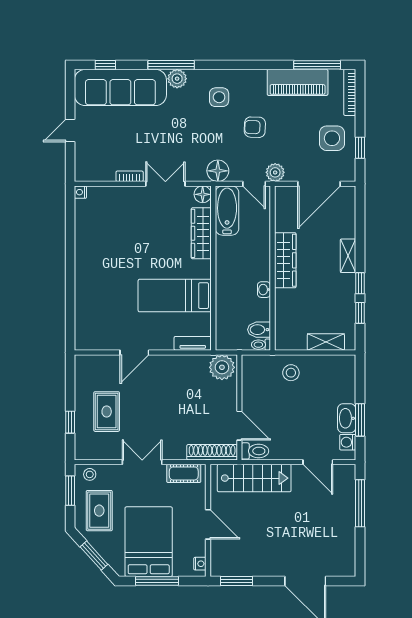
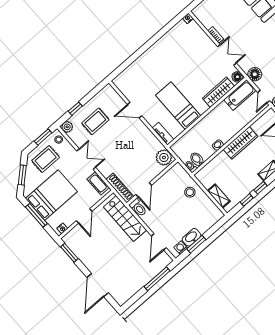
plant: (83, 451) -> (67, 127), added

